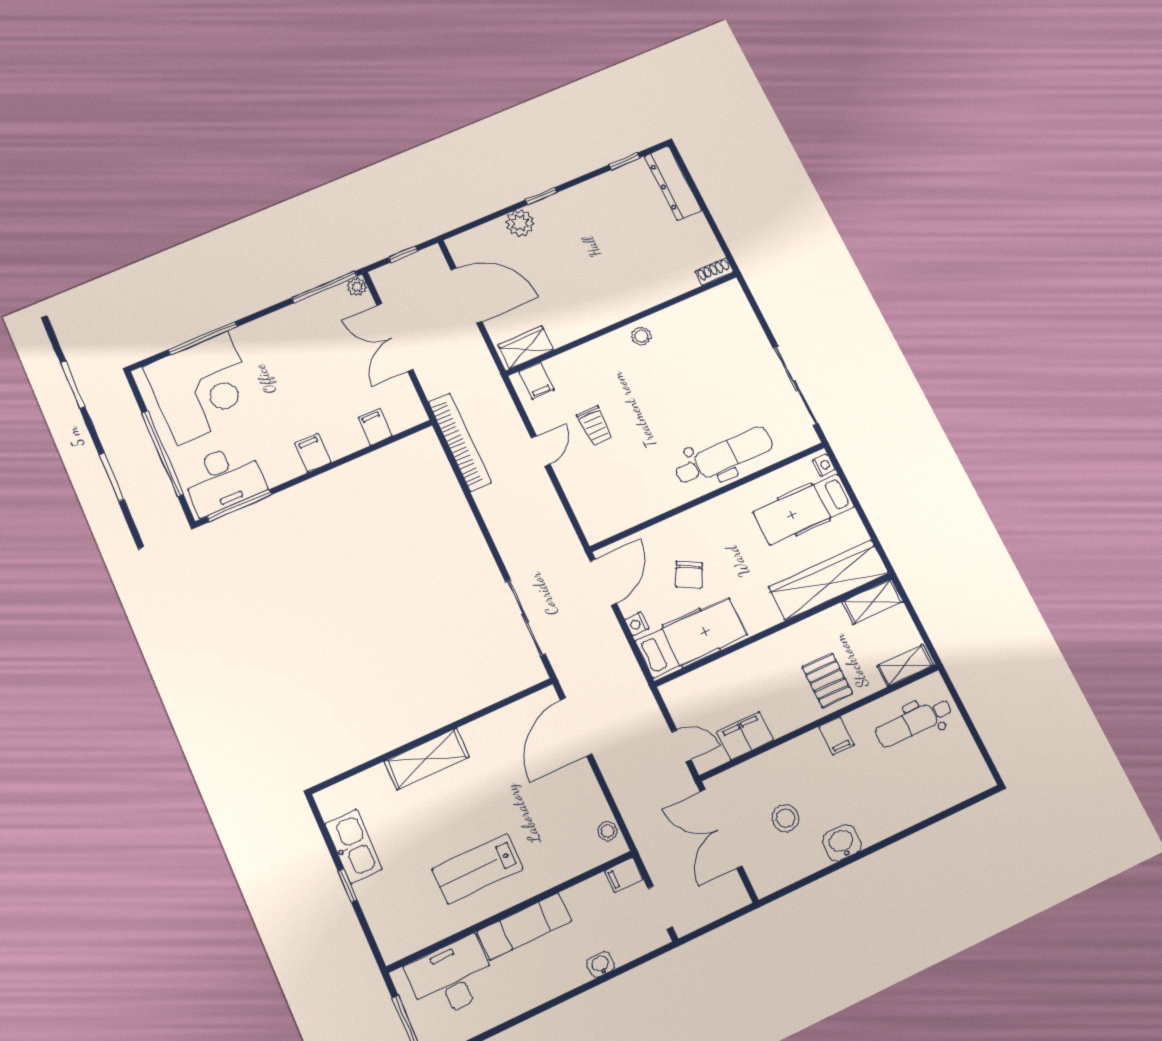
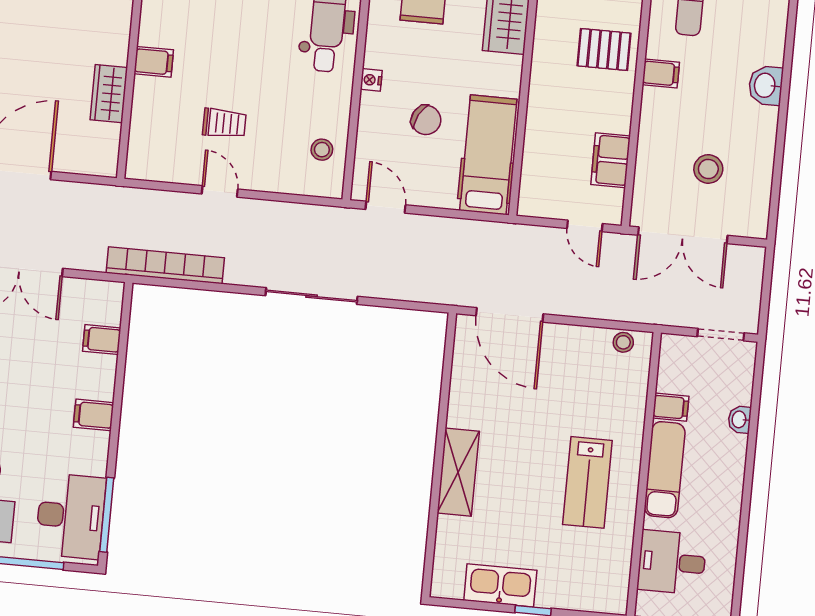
stool: (641, 336) -> (322, 150), moved
wardrobe: (526, 347) -> (109, 94), moved
filing cabinet: (536, 381) -> (154, 62), moved
door: (603, 582) -> (386, 207), width x0.73
sliding door: (525, 618) -> (312, 296), moved
nightstand: (637, 624) -> (371, 80), moved, turned 90
door: (681, 746) -> (585, 226), swing flipped
washbasin: (842, 843) -> (766, 85), moved
filing cabinet: (624, 875) -> (671, 407), moved, turned -90
desk: (451, 978) -> (672, 562), width x0.73

